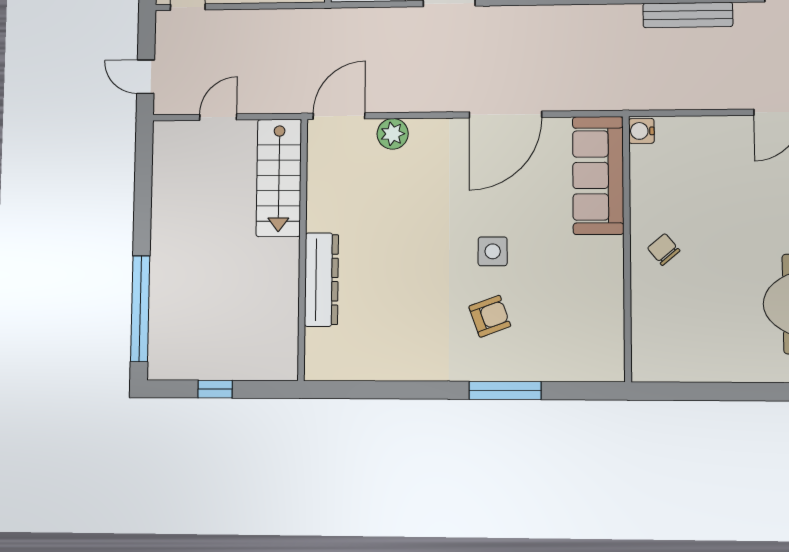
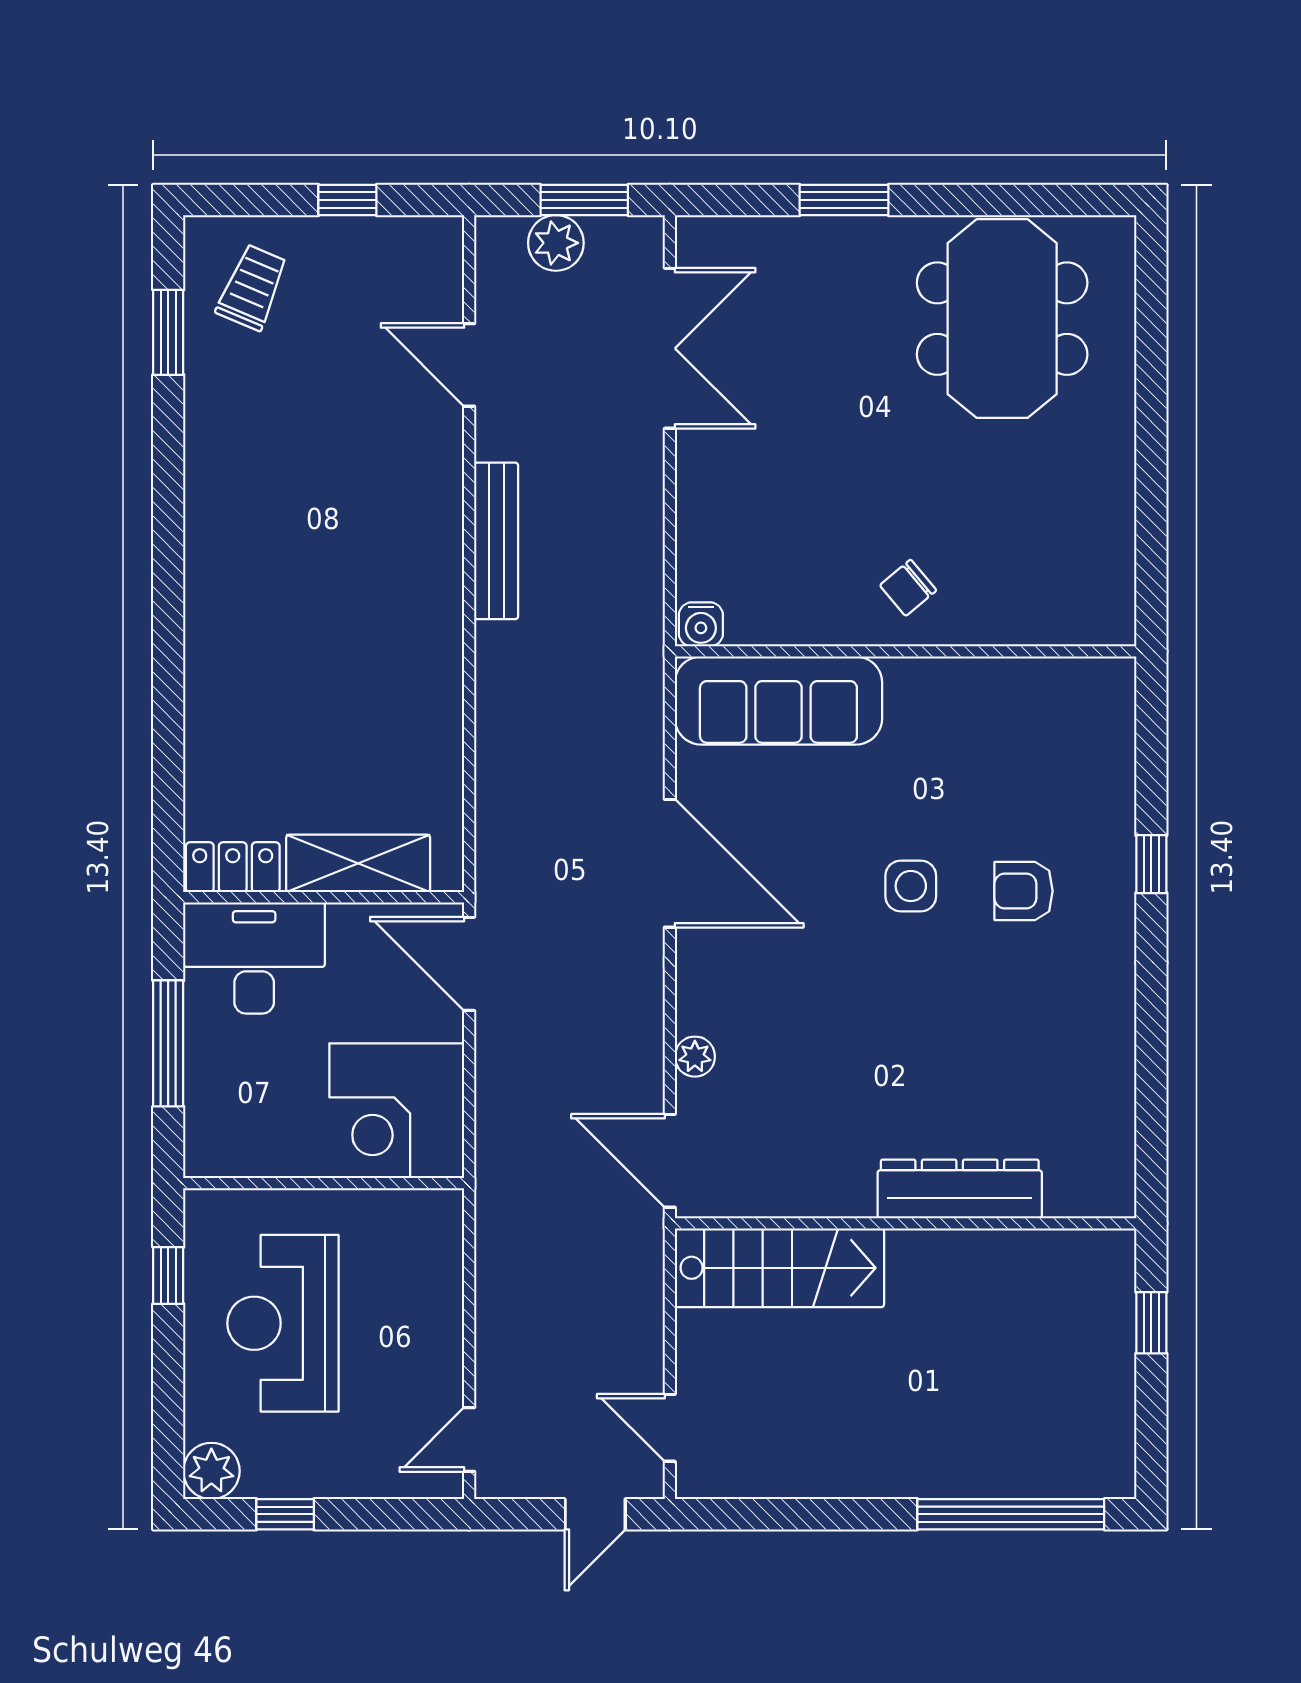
door: (218, 117) -> (670, 1428), moved
plant: (393, 134) -> (695, 1057), width x0.73, depth x0.73
armchair: (490, 316) -> (1024, 891), turned -70
window: (215, 389) -> (1151, 1323), moved
window: (505, 390) -> (1151, 864), width x0.46

